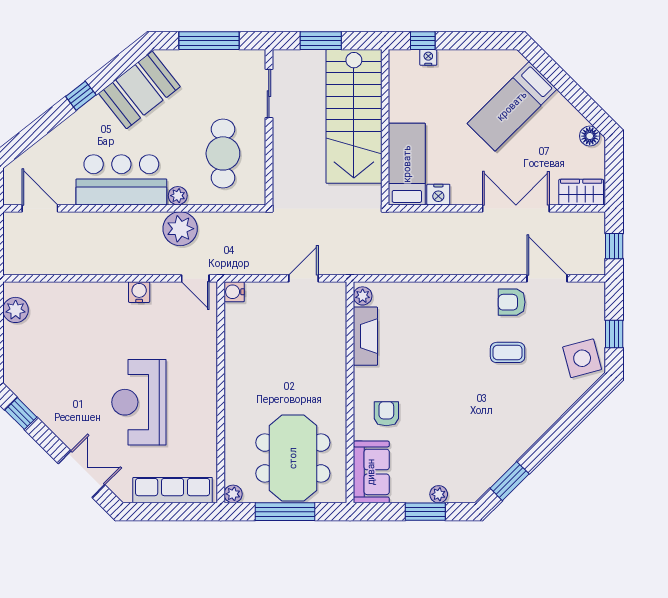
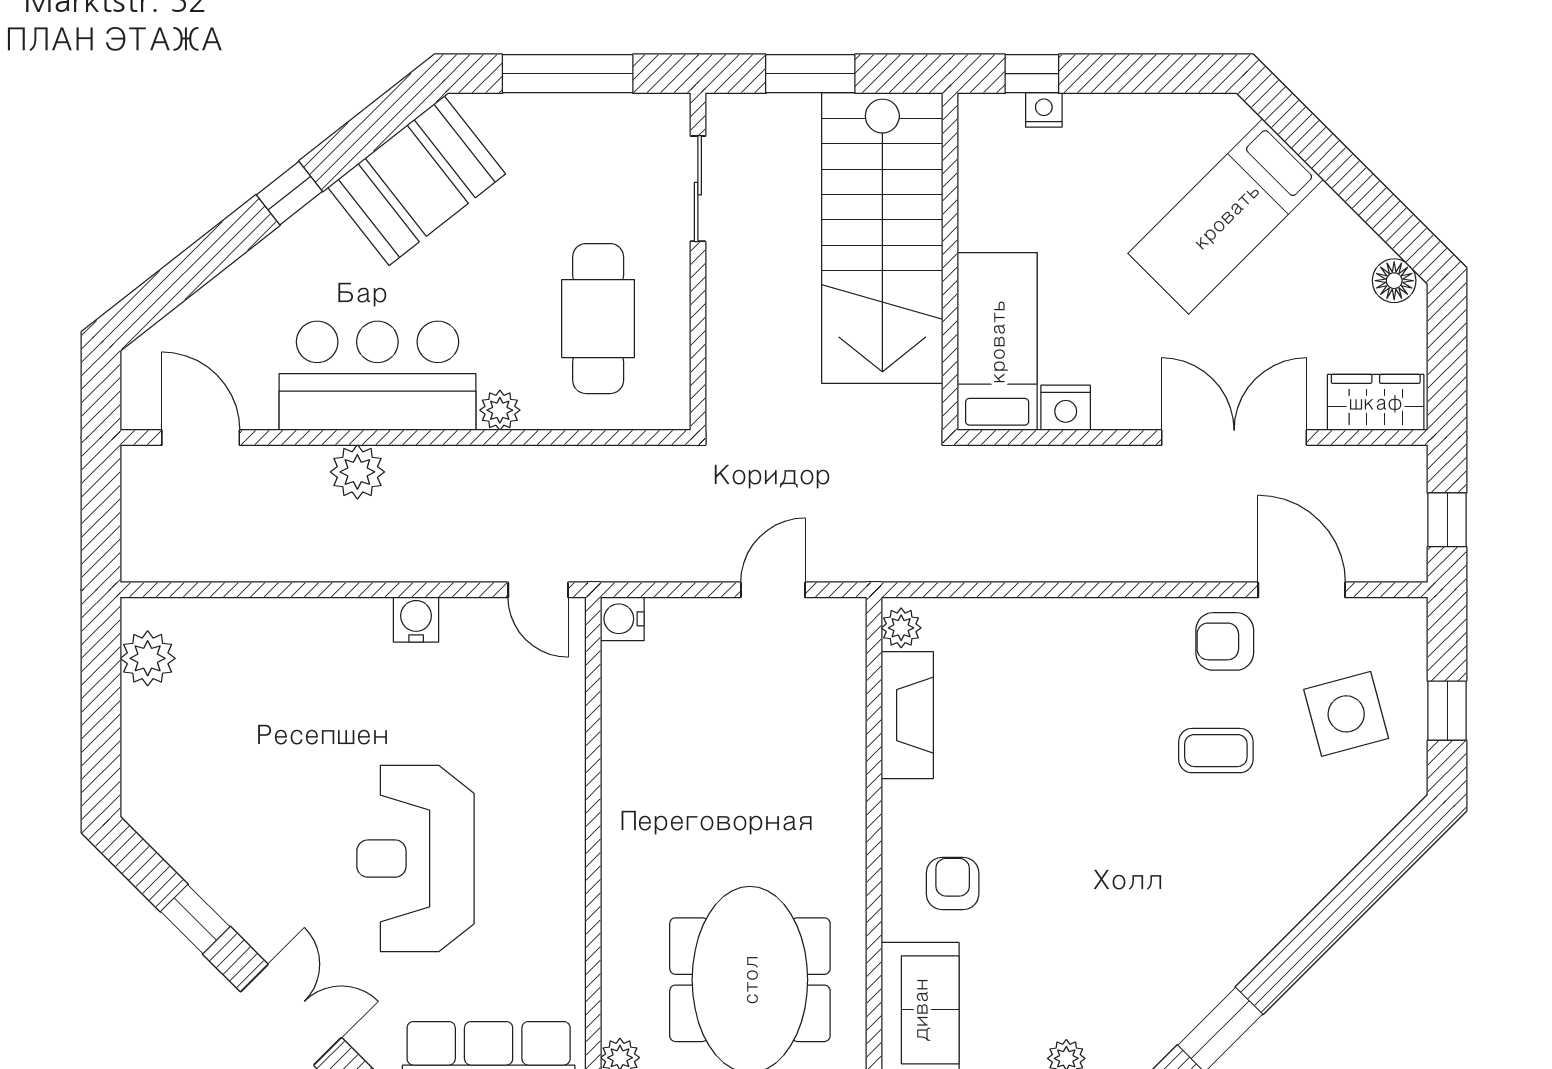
plant: (180, 229) -> (357, 472), moved, width x0.73, depth x0.73
side table: (582, 358) -> (1346, 714), moved
window: (21, 414) -> (195, 919), moved

